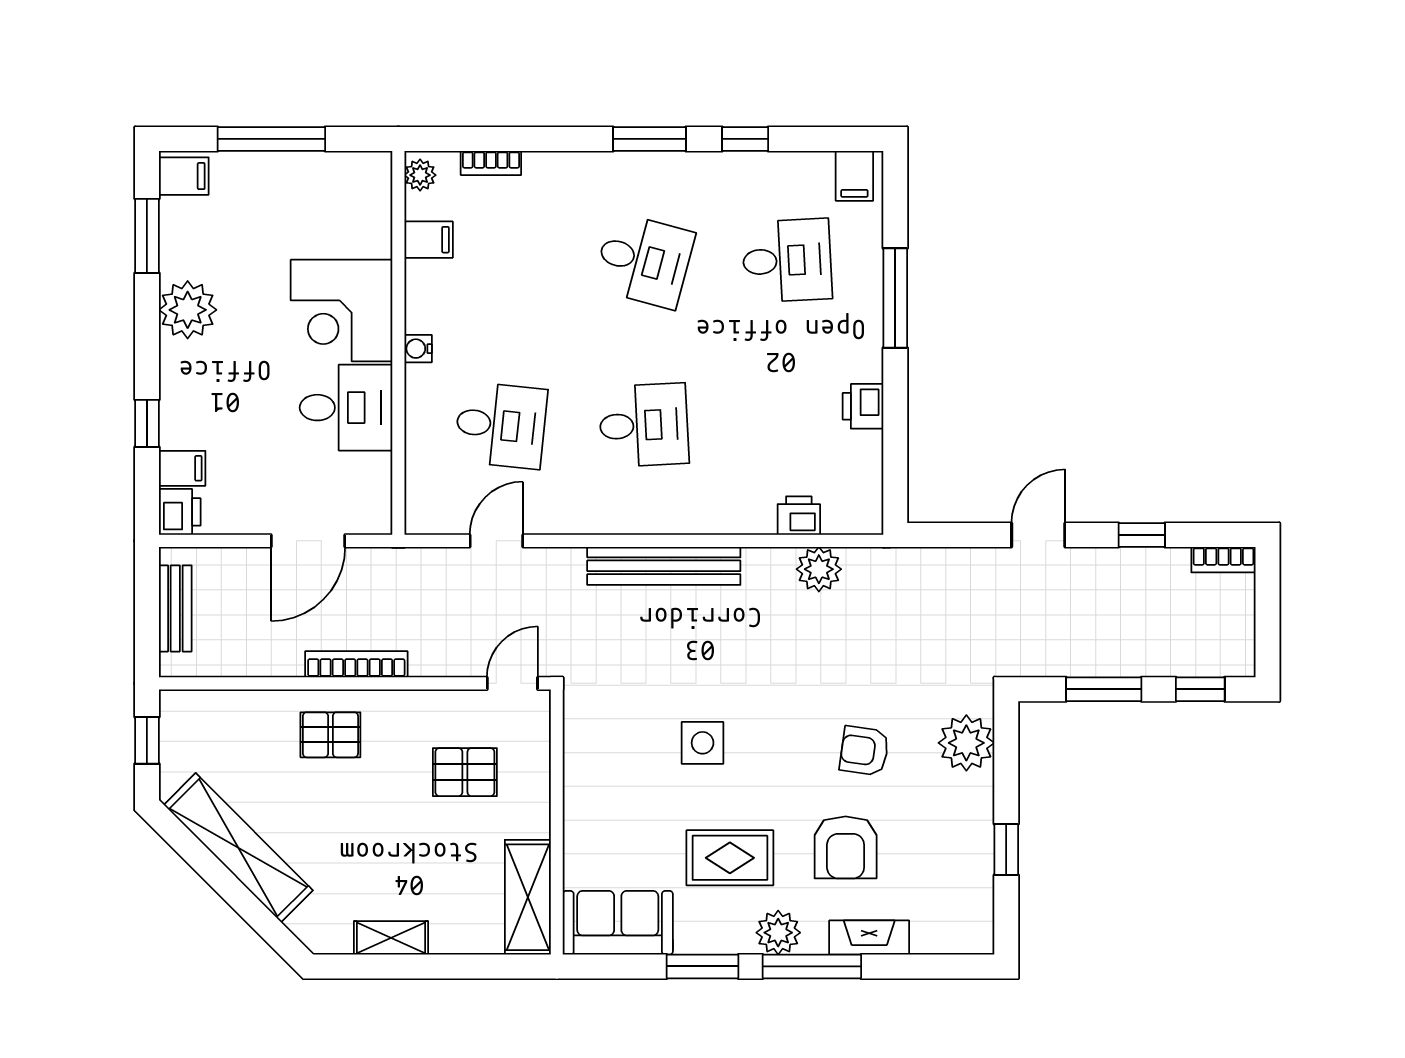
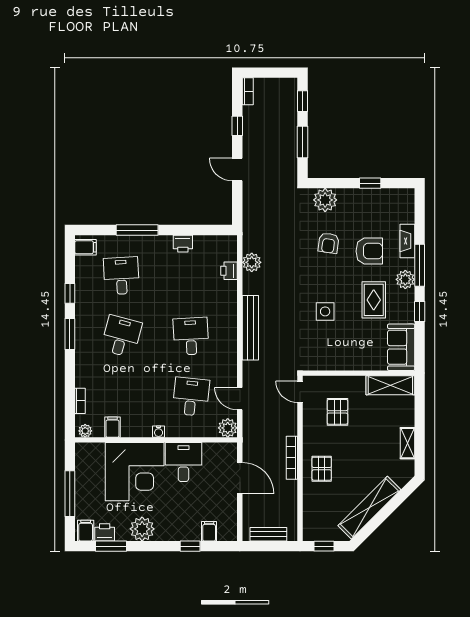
corner desk: (342, 311) -> (135, 472), width x1.36, depth x1.36
printer: (180, 512) -> (105, 532), moved
plant: (427, 512) -> (228, 428), added
window: (703, 966) -> (420, 311), width x0.67

